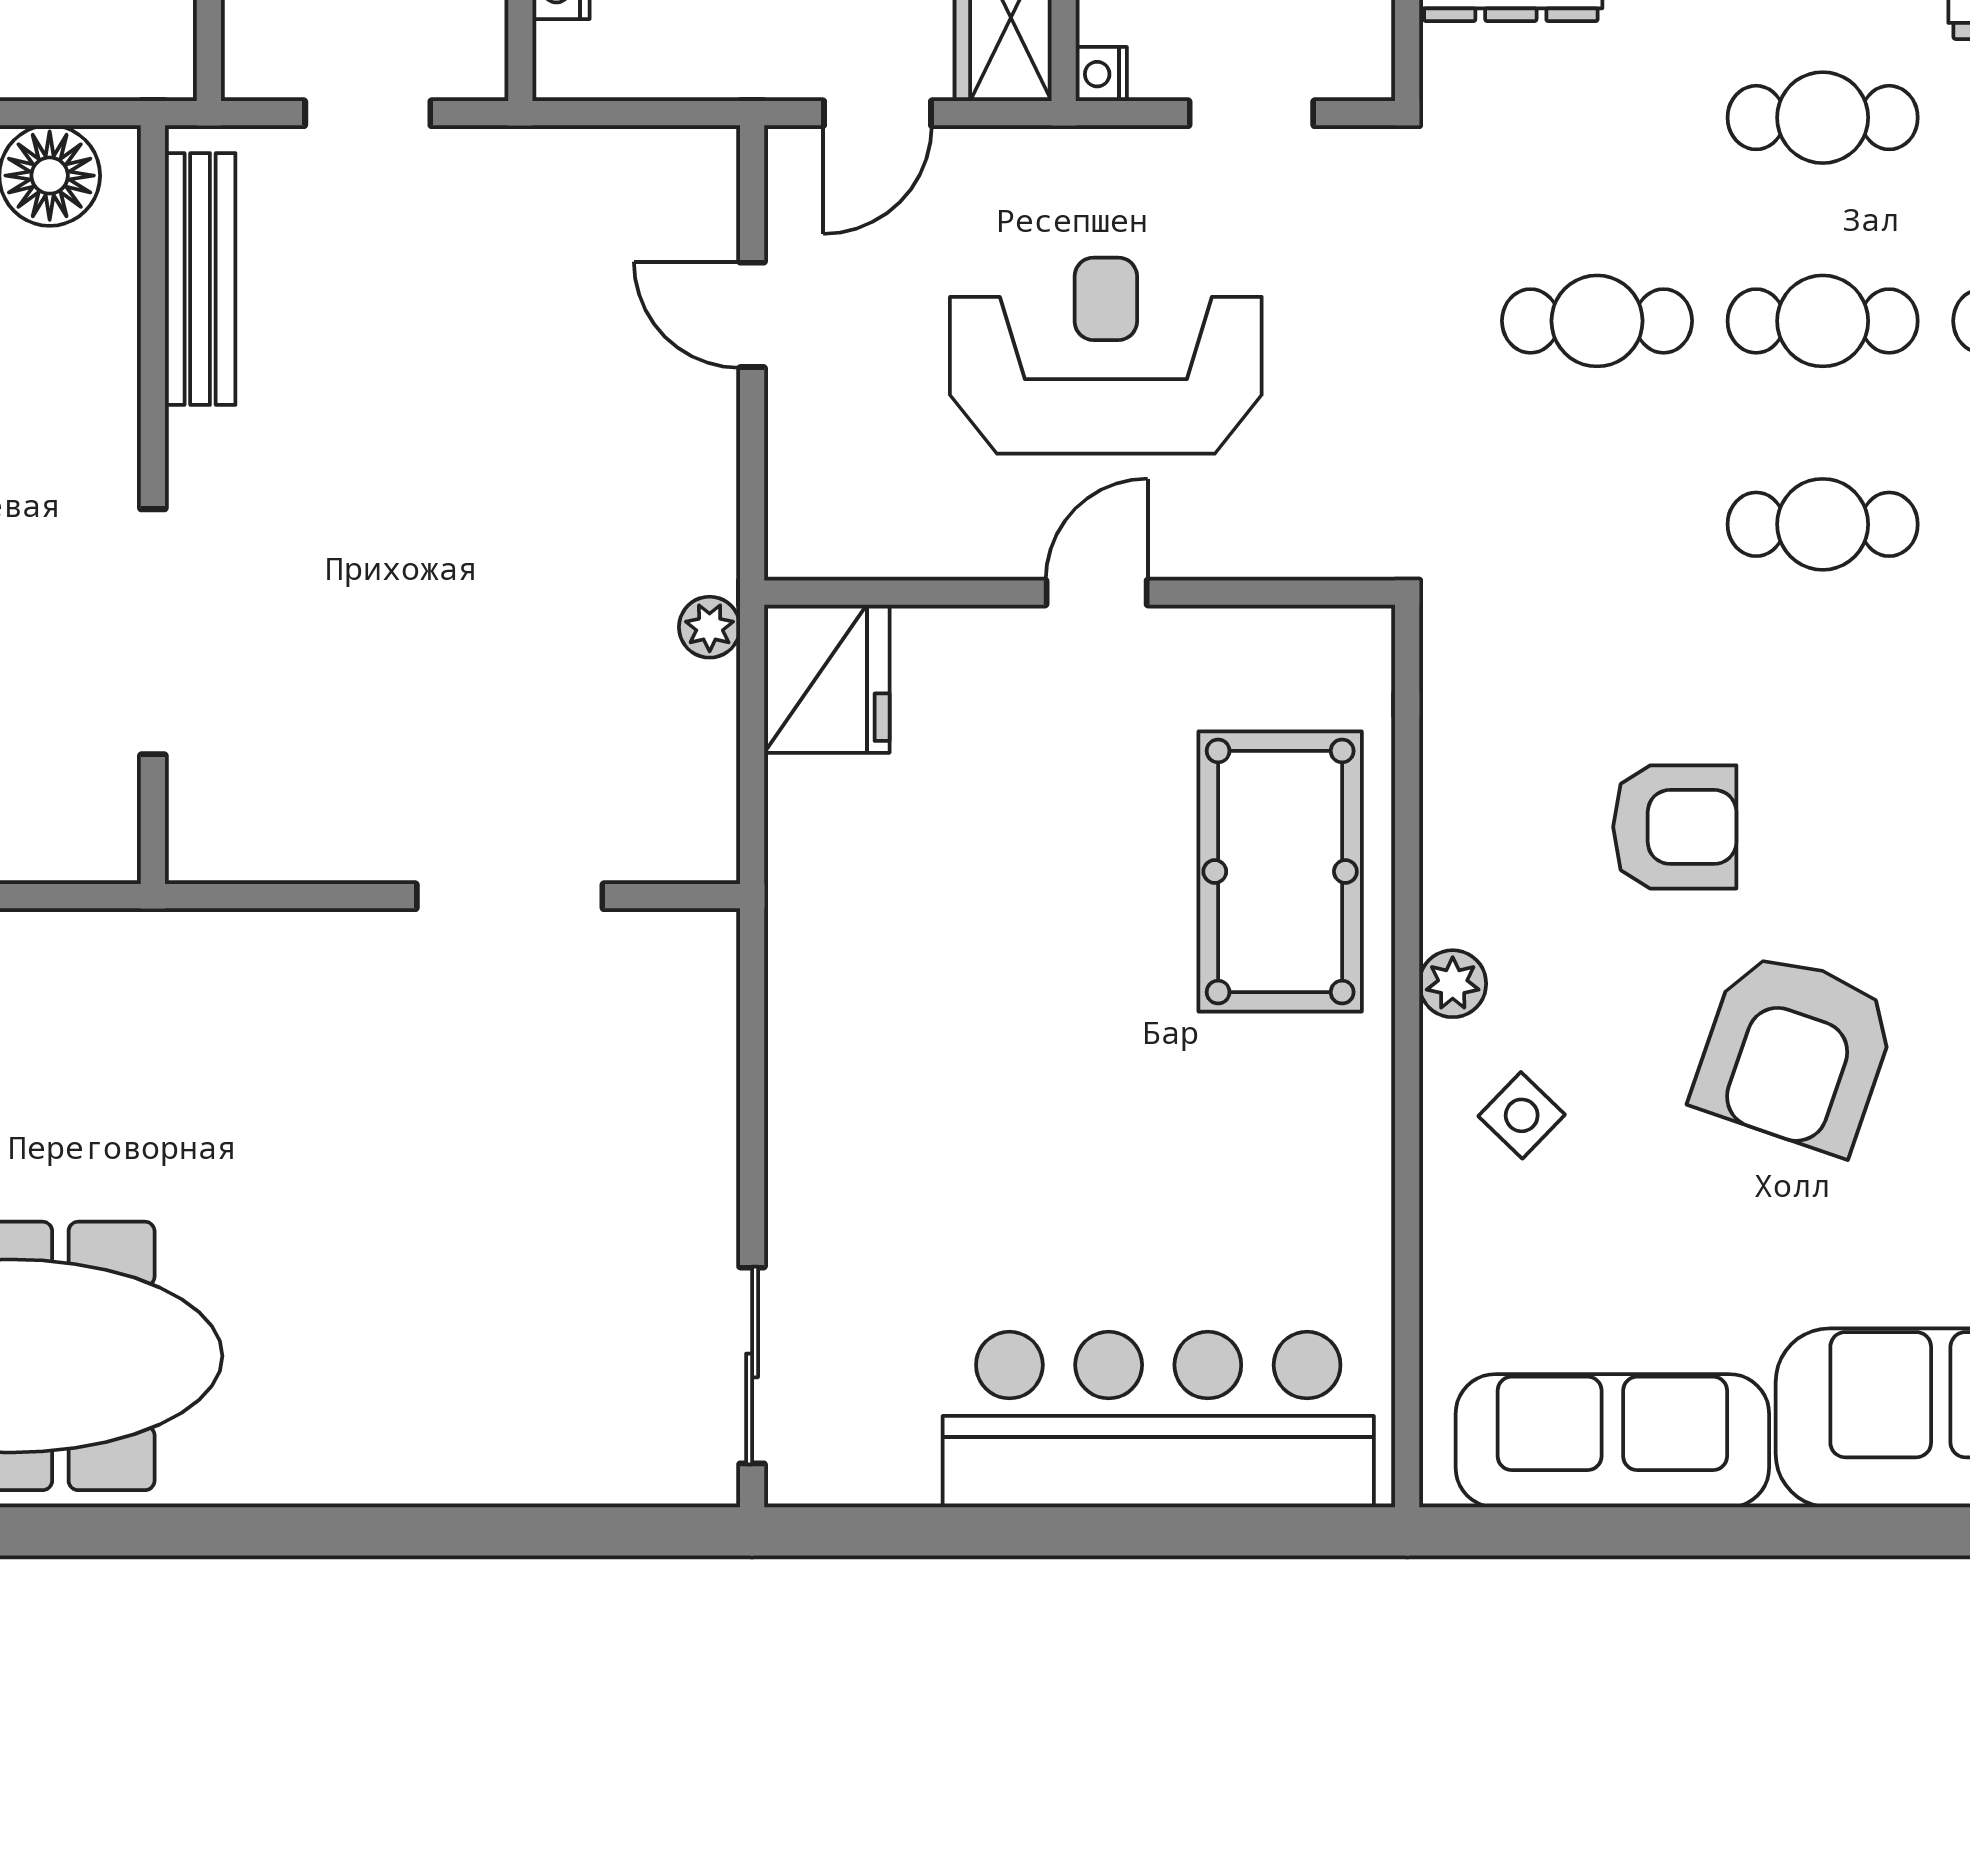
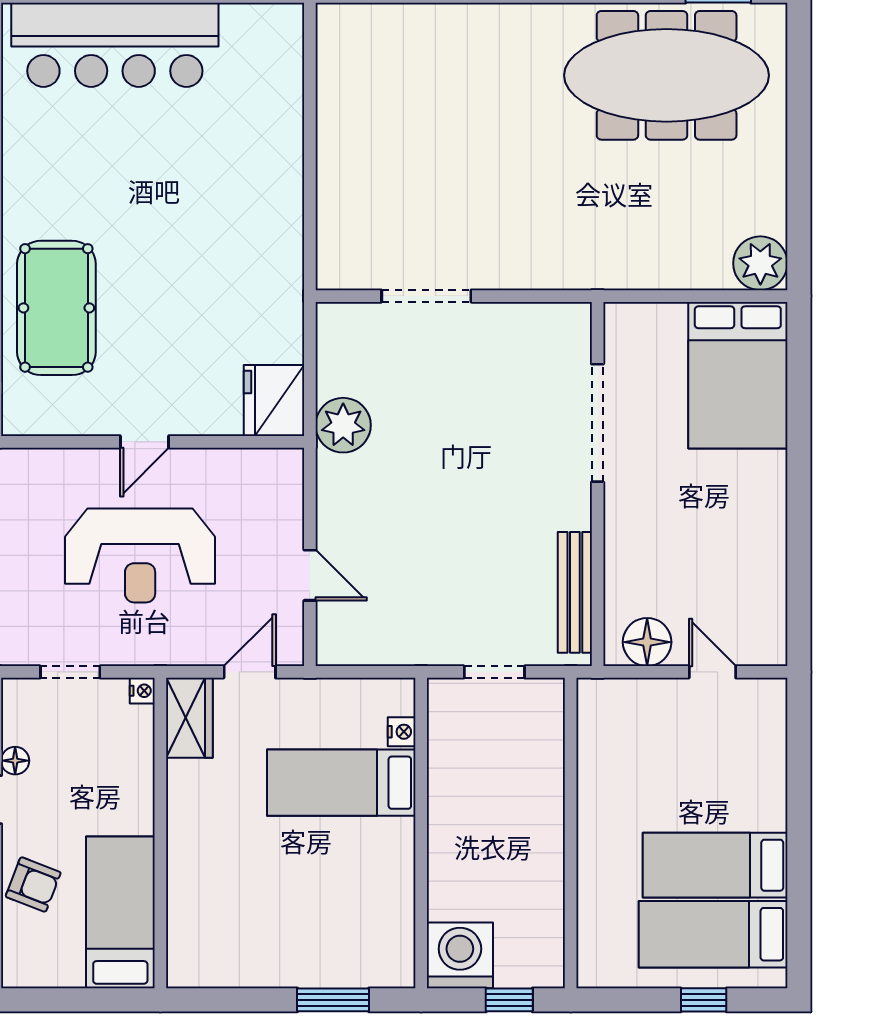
plant: (710, 627) -> (343, 425), width x1.88, depth x1.88
sliding door: (752, 1365) -> (310, 71), removed

